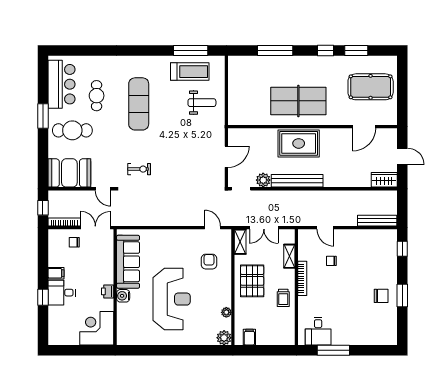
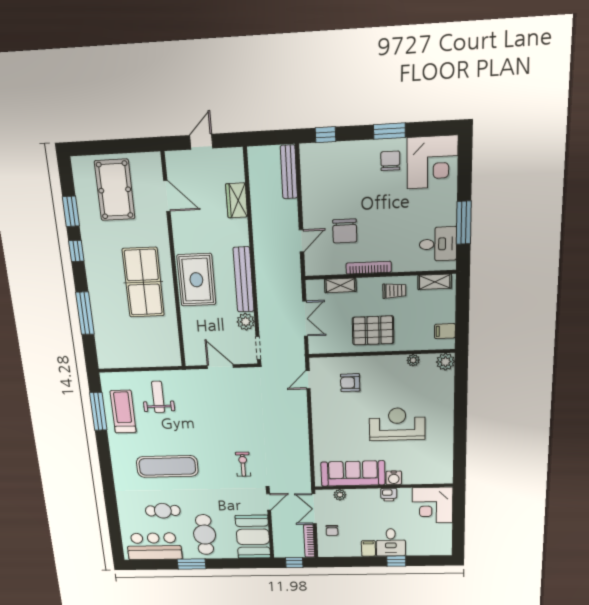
wardrobe: (384, 180) -> (237, 200), moved
shelving: (240, 242) -> (435, 282), moved
plant: (108, 250) -> (340, 495), added
chair: (331, 261) -> (345, 231), width x1.87, depth x1.87
reception desk: (172, 299) -> (397, 424), width x0.74, depth x0.77
corner desk: (379, 327) -> (432, 162), added

